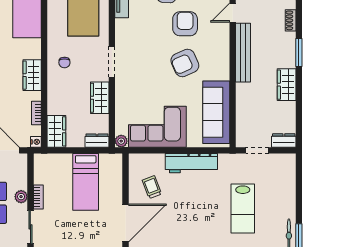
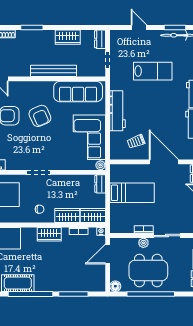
bench: (243, 53) -> (54, 71), moved
wardrobe: (287, 85) -> (68, 37), moved
wardrobe: (100, 98) -> (67, 216), moved, turned 180
door: (299, 191) -> (139, 27), added

